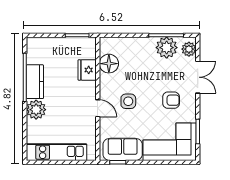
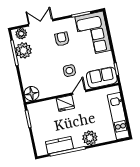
floor lamp: (109, 64) -> (32, 94), moved
fridge: (87, 70) -> (65, 103), moved
kitchen counter: (35, 82) -> (59, 145), moved
sofa: (123, 149) -> (102, 78), moved, turned 90

